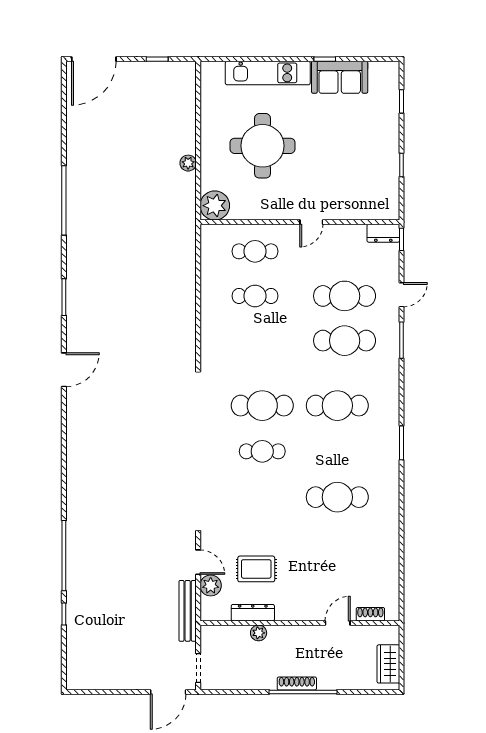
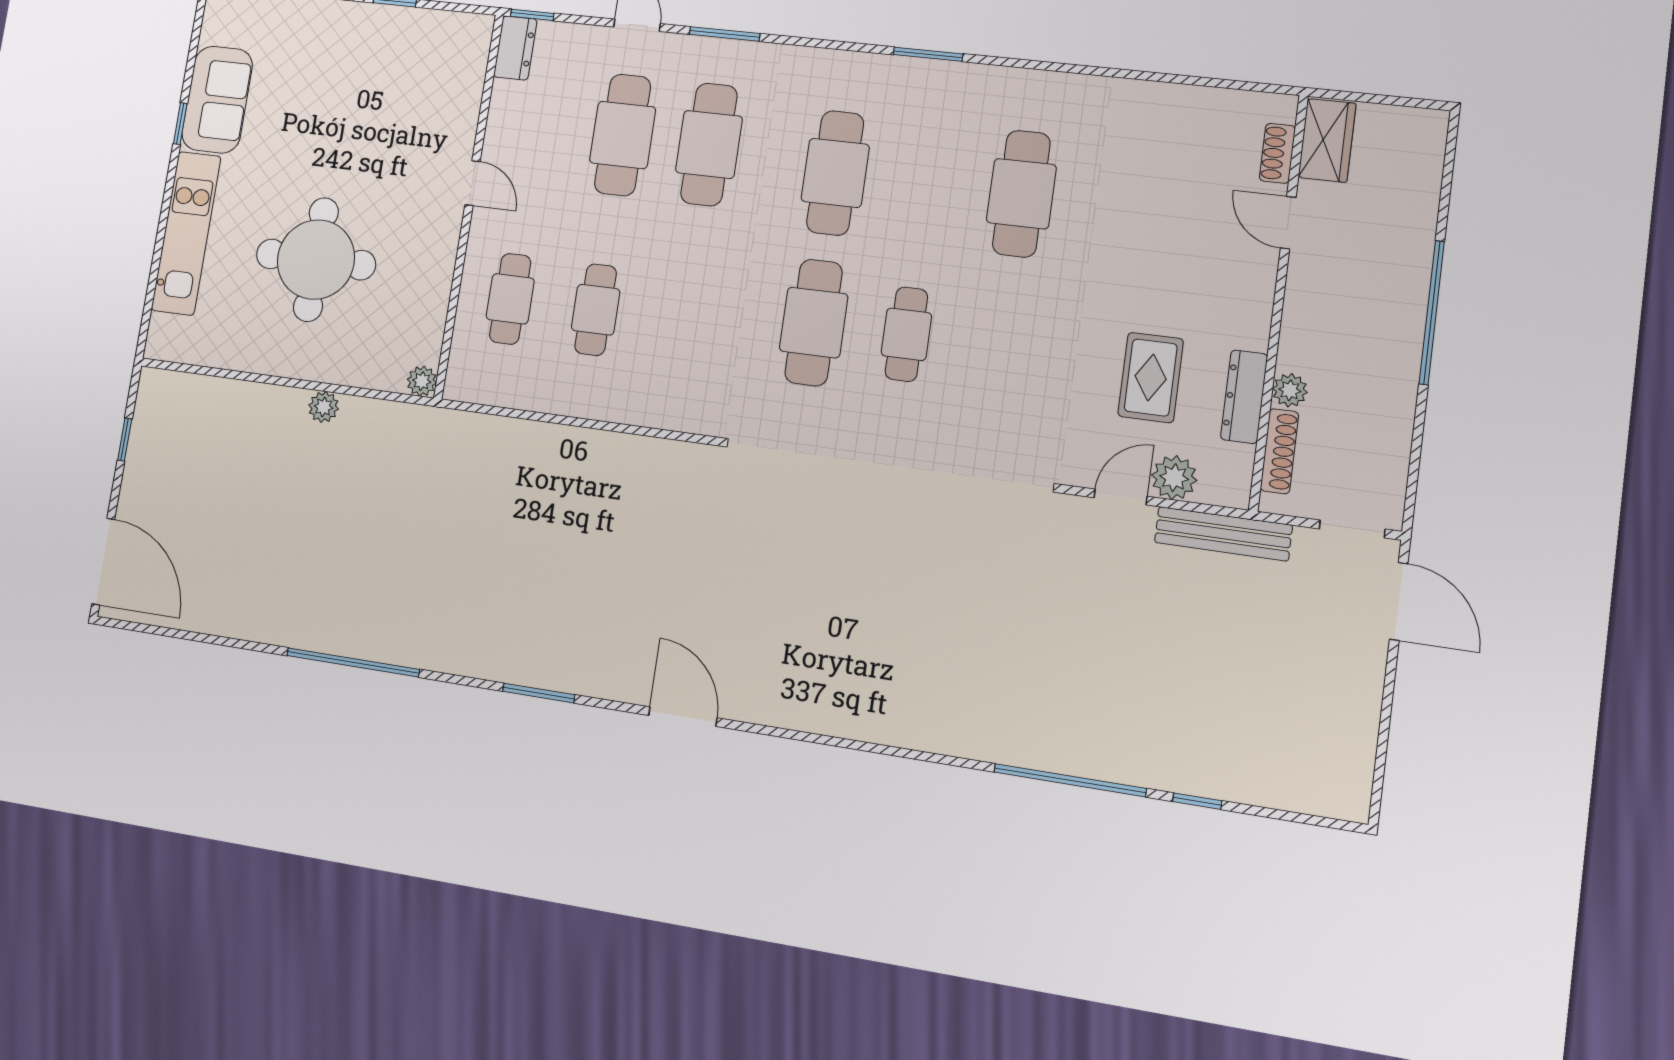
plant: (215, 206) -> (422, 381), width x0.53, depth x0.53
wardrobe: (388, 664) -> (1327, 140), moved, turned -90
shoe rack: (297, 683) -> (1279, 451), moved, turned 180

